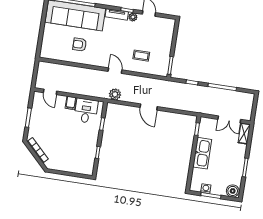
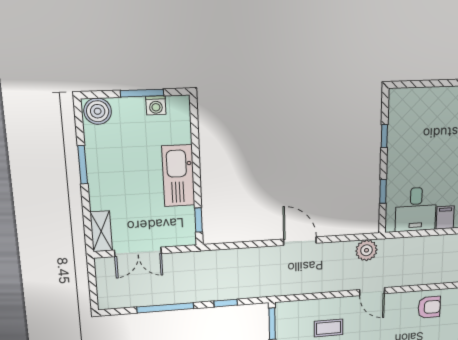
armchair: (80, 45) -> (429, 307), moved
double door: (229, 119) -> (138, 252), swing flipped

